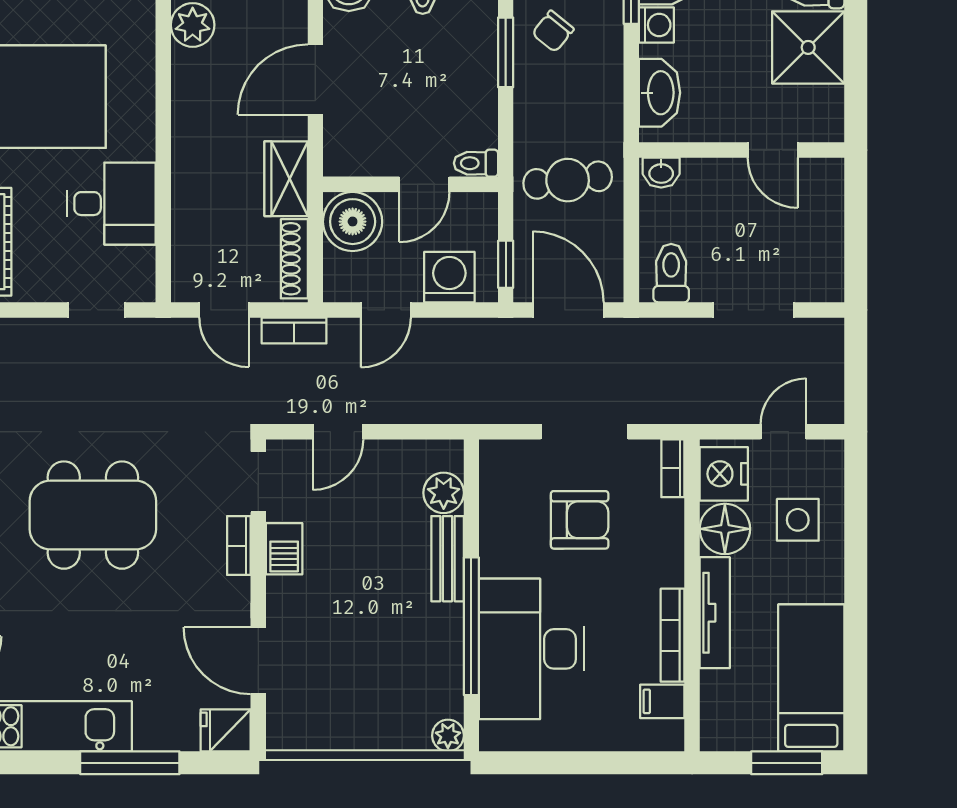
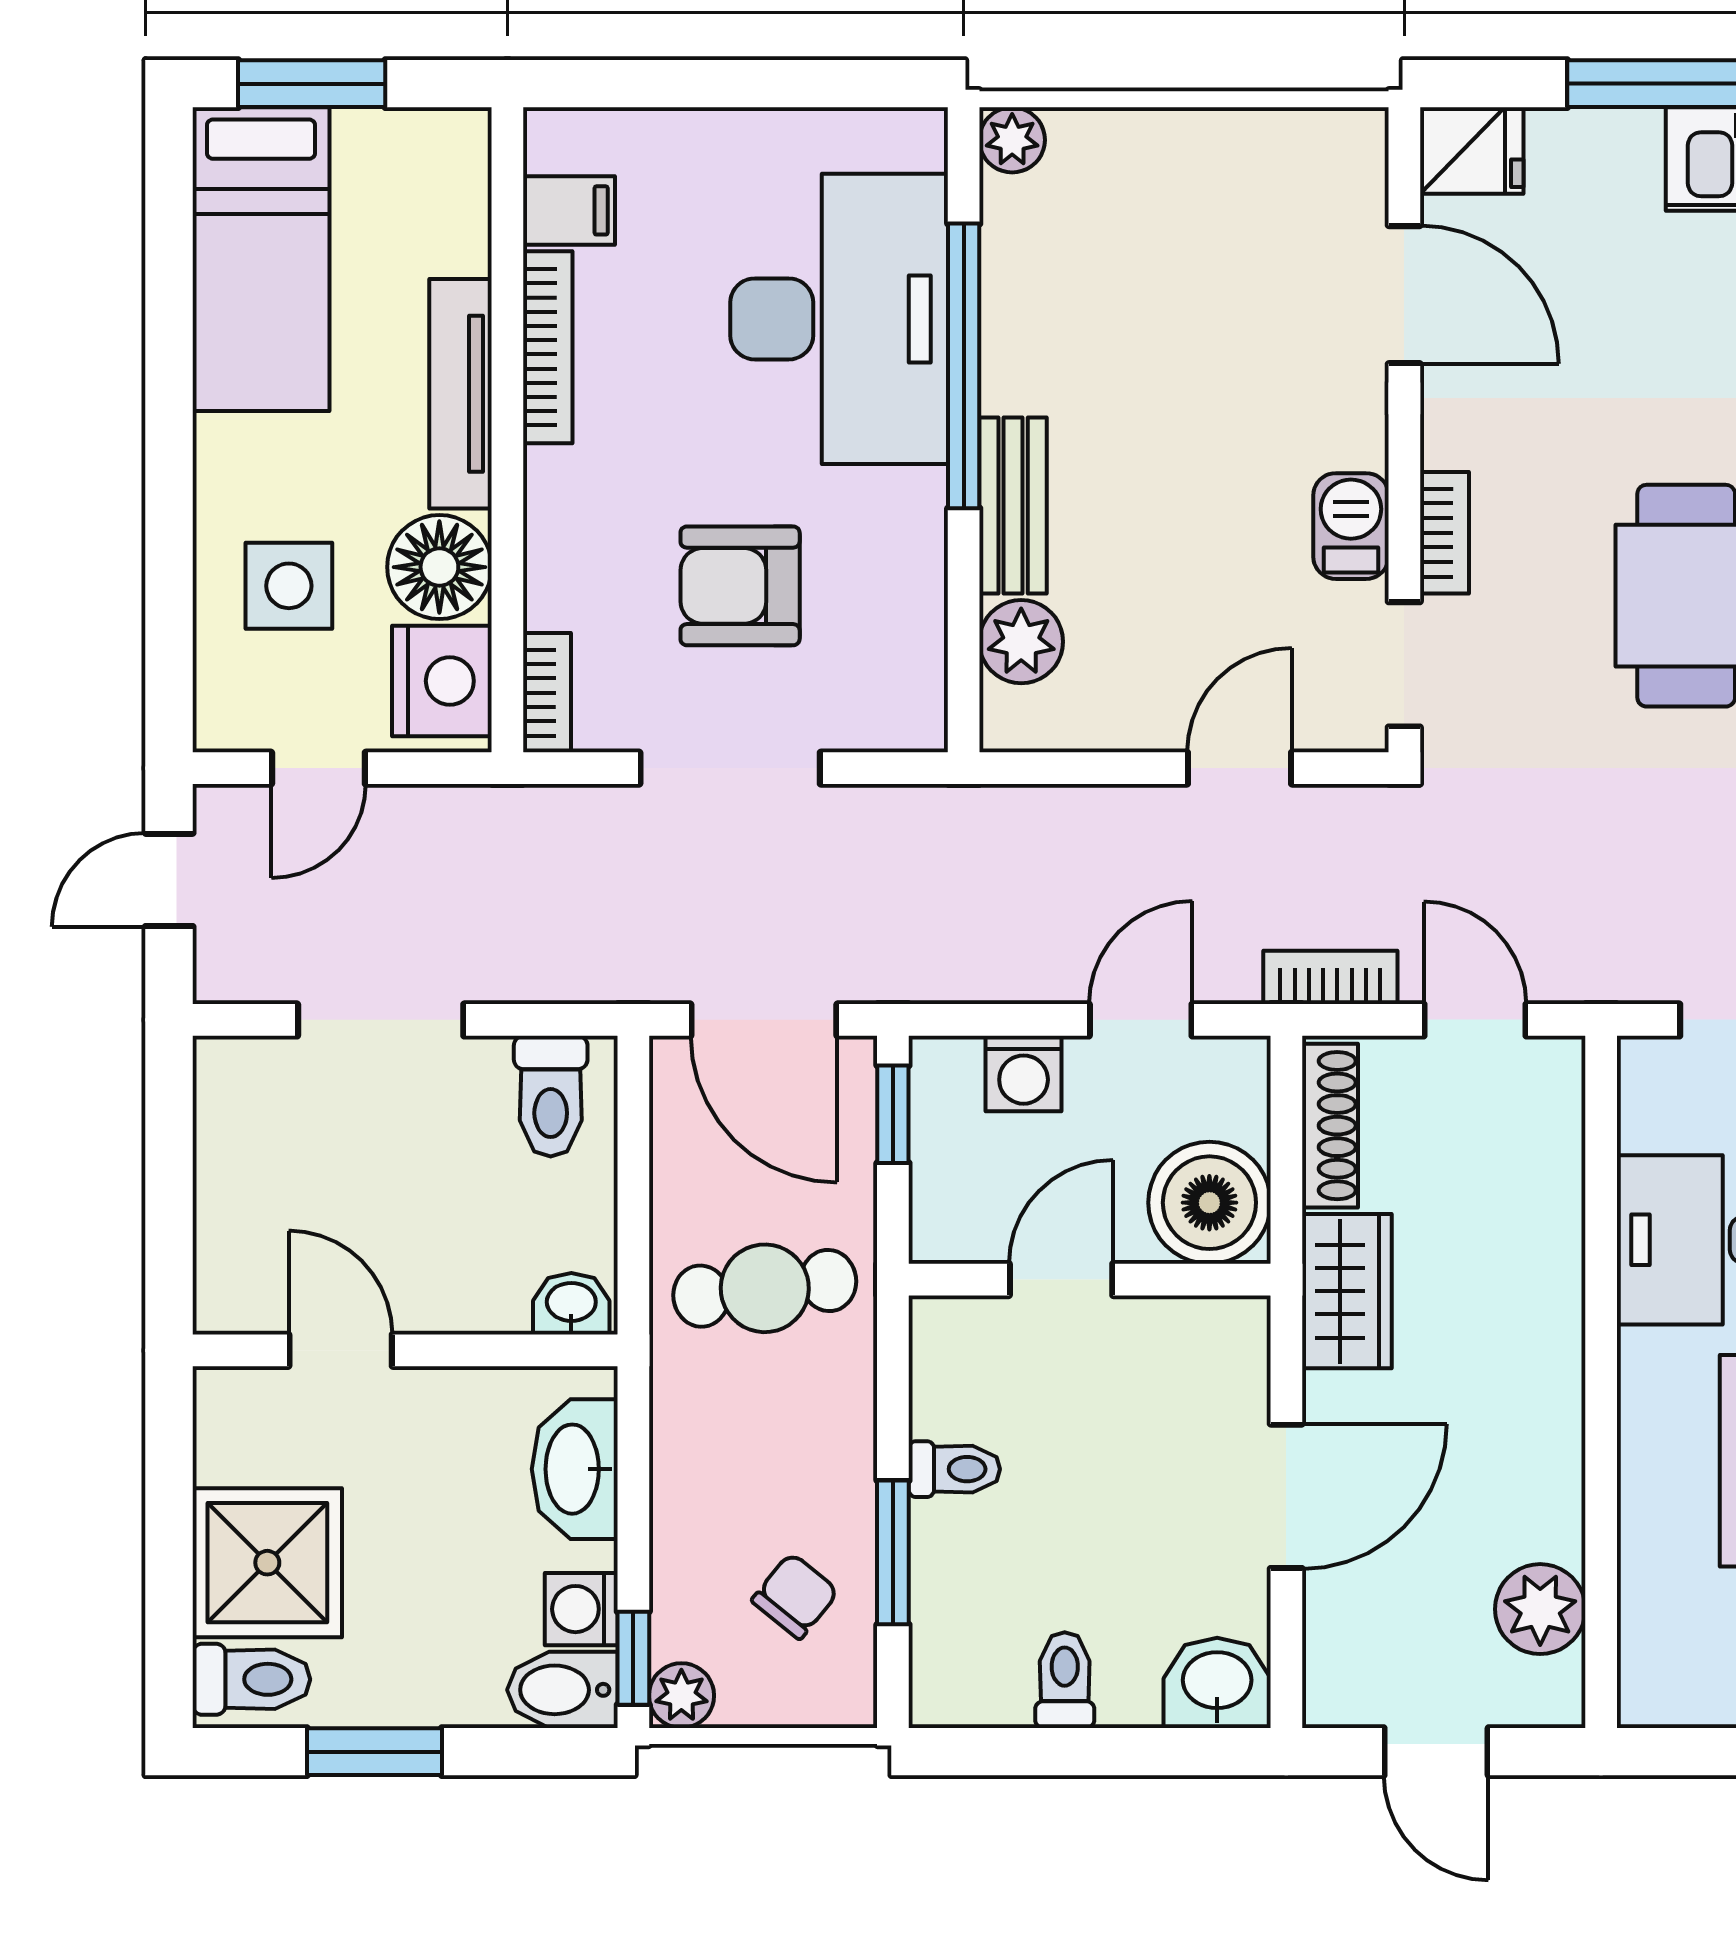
toilet: (476, 163) -> (954, 1469), moved
washing machine: (449, 277) -> (1024, 1074), width x0.73, depth x0.73
door: (856, 378) -> (169, 880), added

